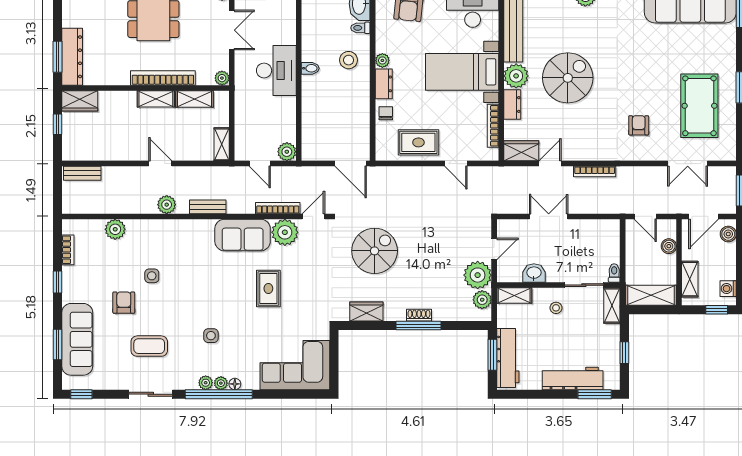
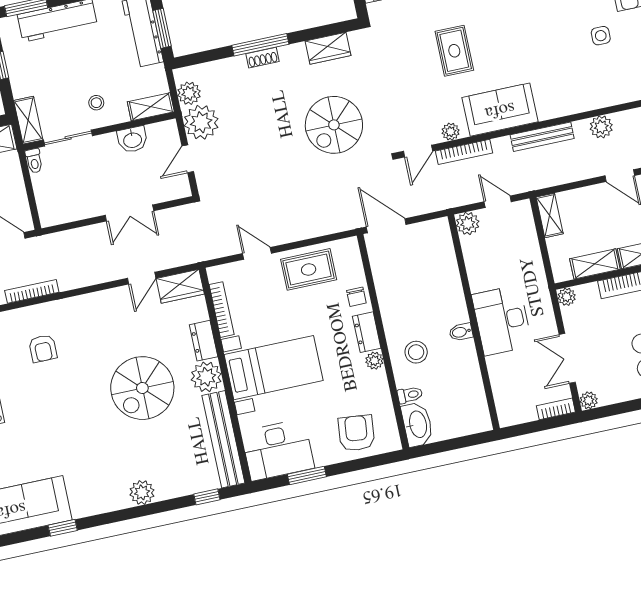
bookcase: (595, 172) -> (32, 291), moved
bench: (208, 207) -> (542, 137), width x1.36
plant: (285, 232) -> (451, 132), width x0.53, depth x0.53

